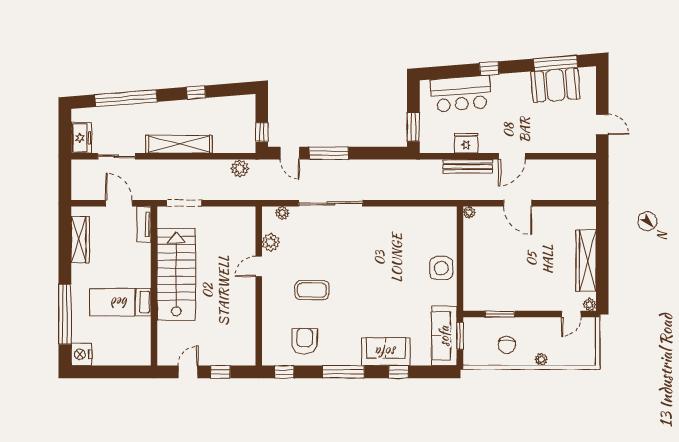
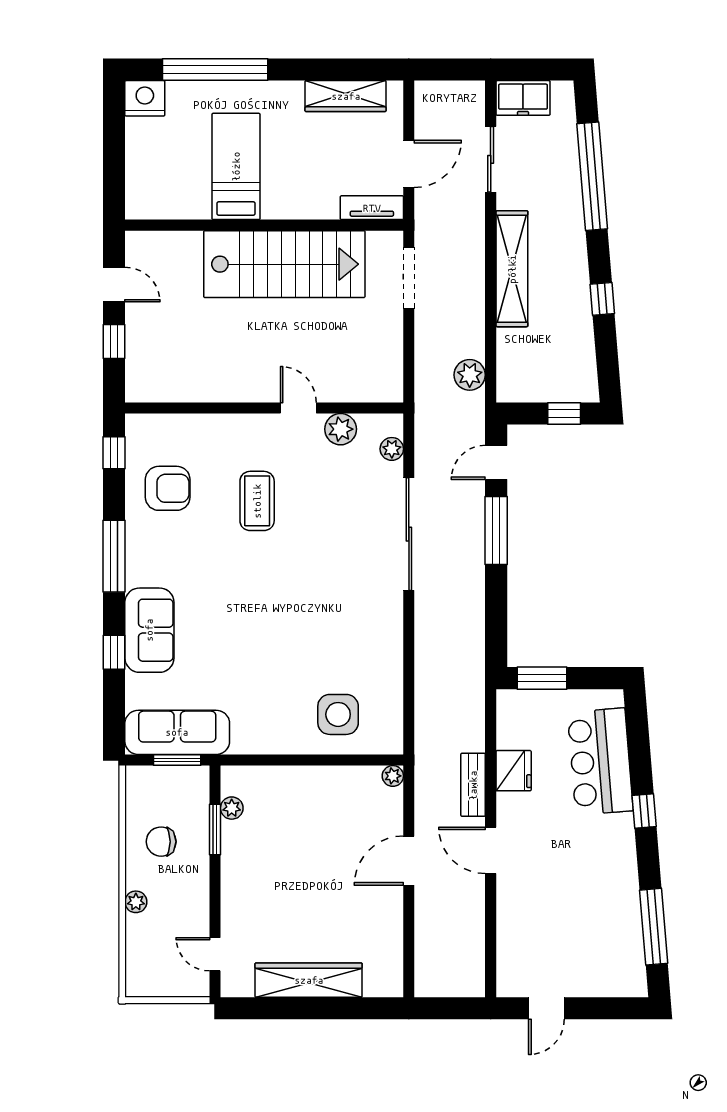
booth: (556, 85) -> (615, 927), removed
window: (262, 132) -> (564, 413), moved
bench: (468, 166) -> (473, 785), width x0.73
side table: (441, 268) -> (338, 714), moved
plant: (590, 305) -> (232, 808), moved

